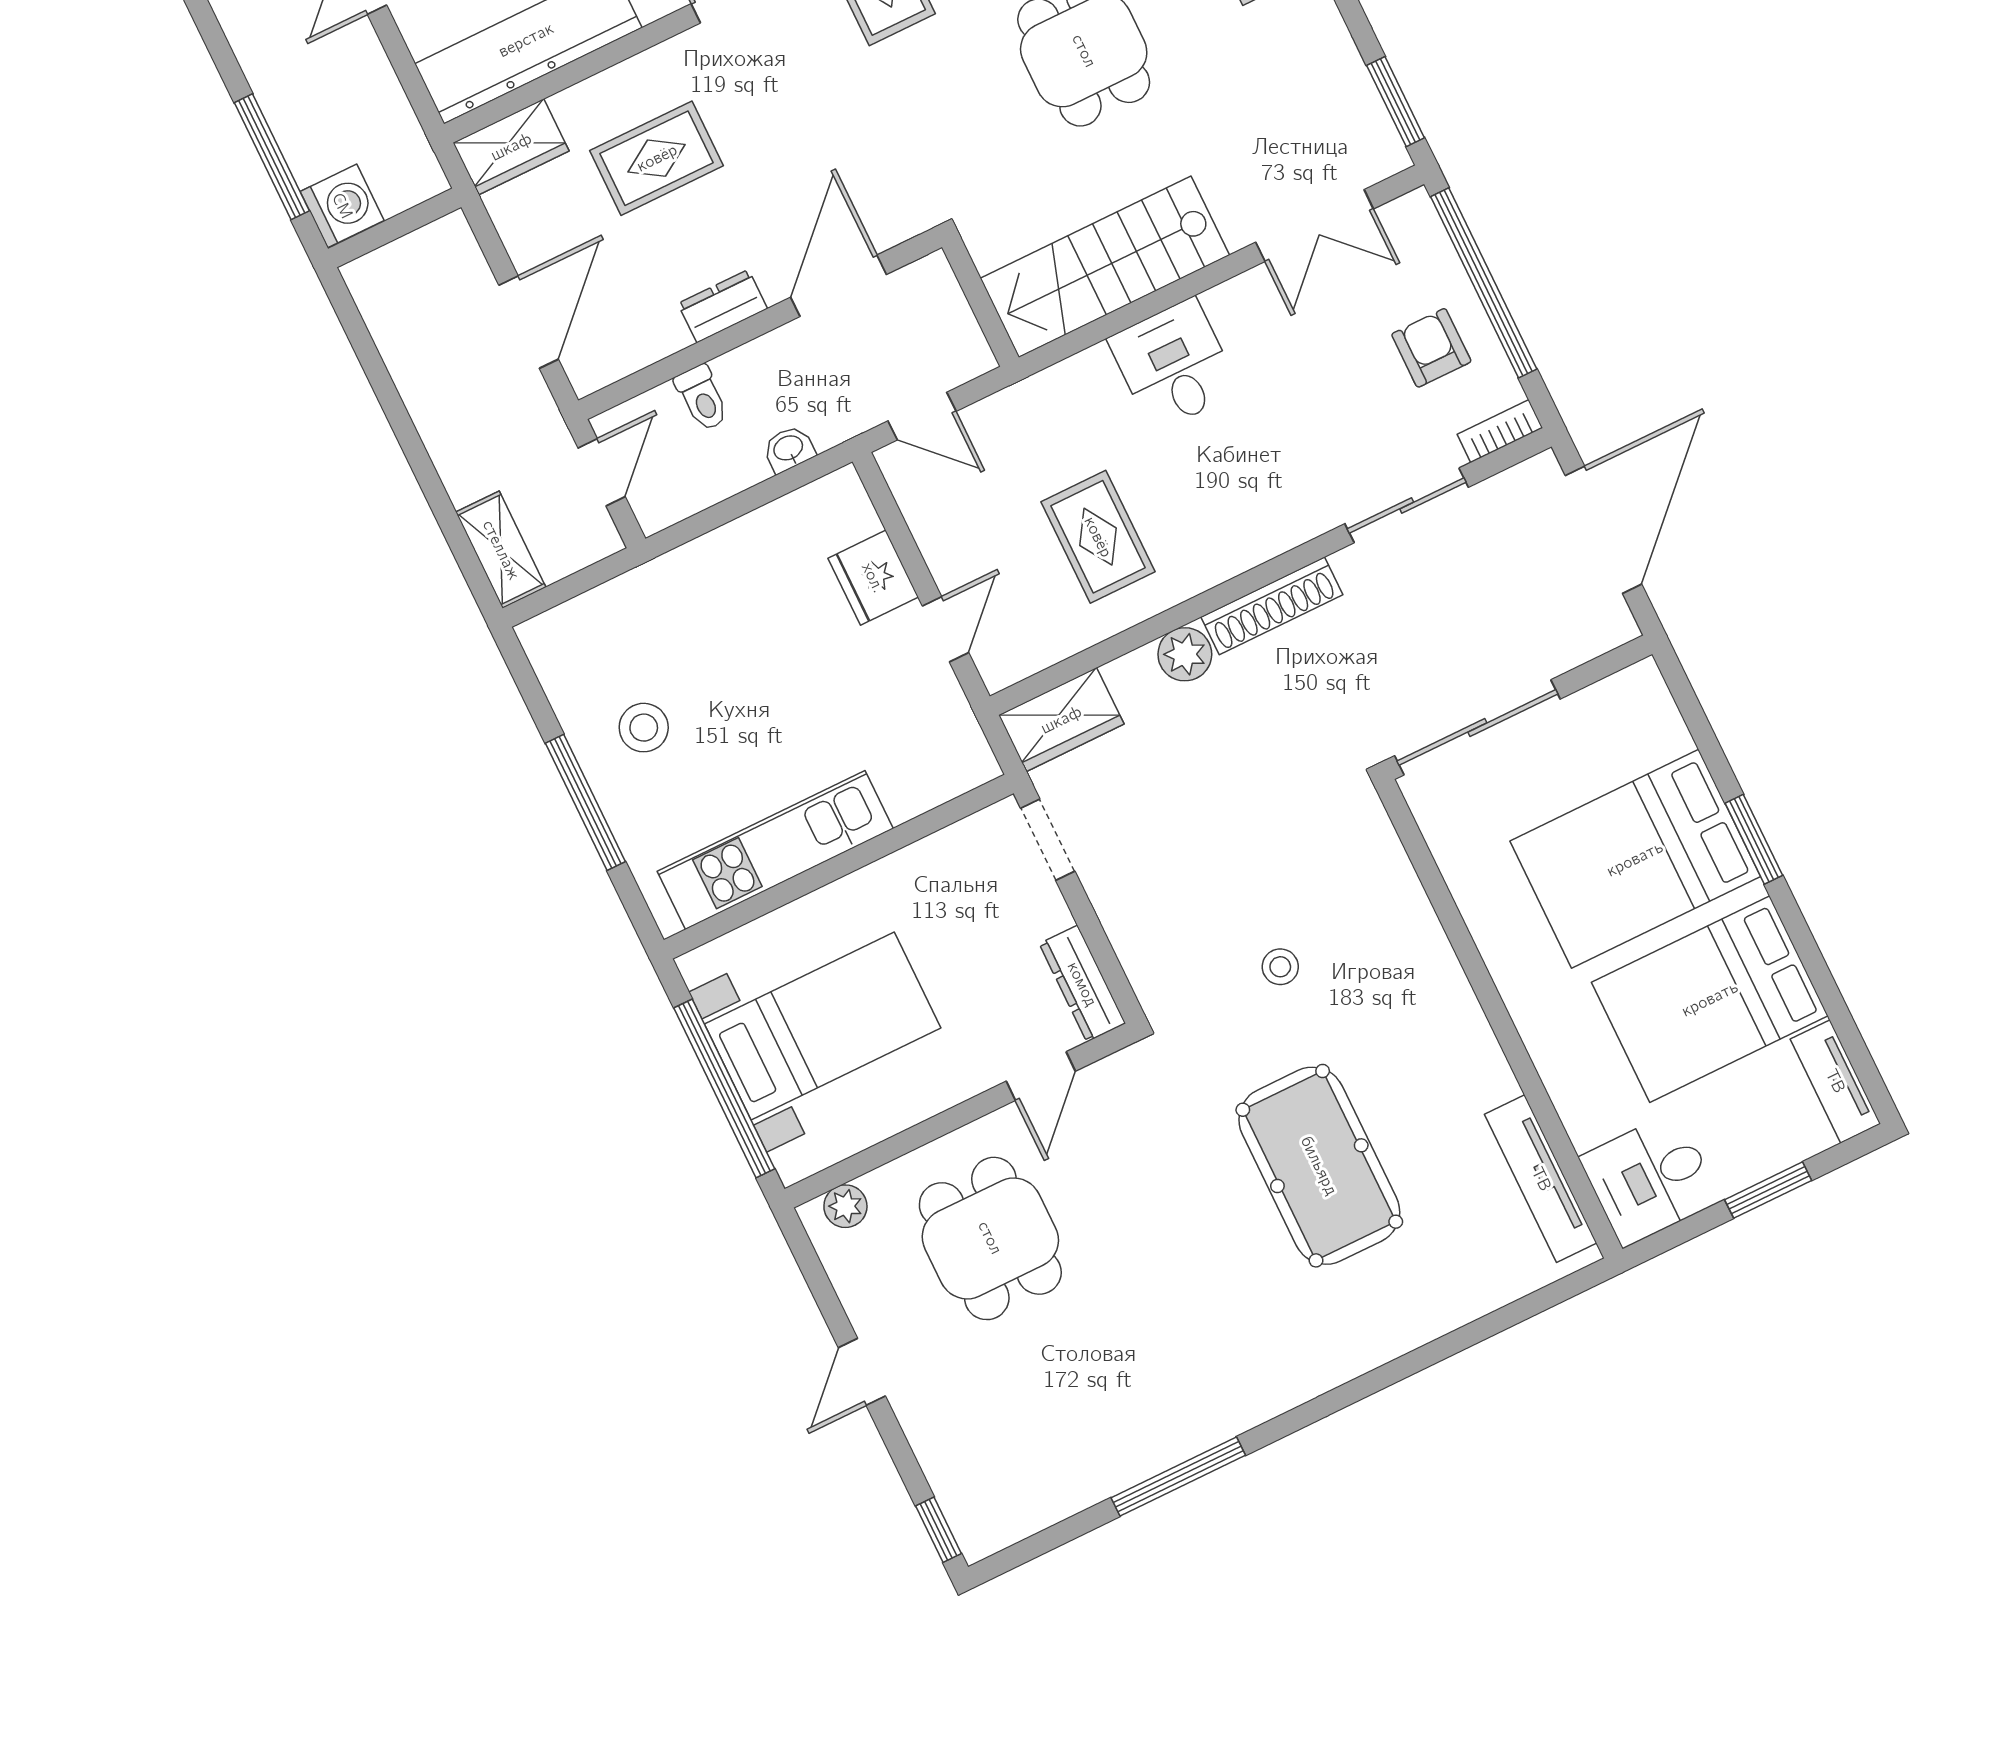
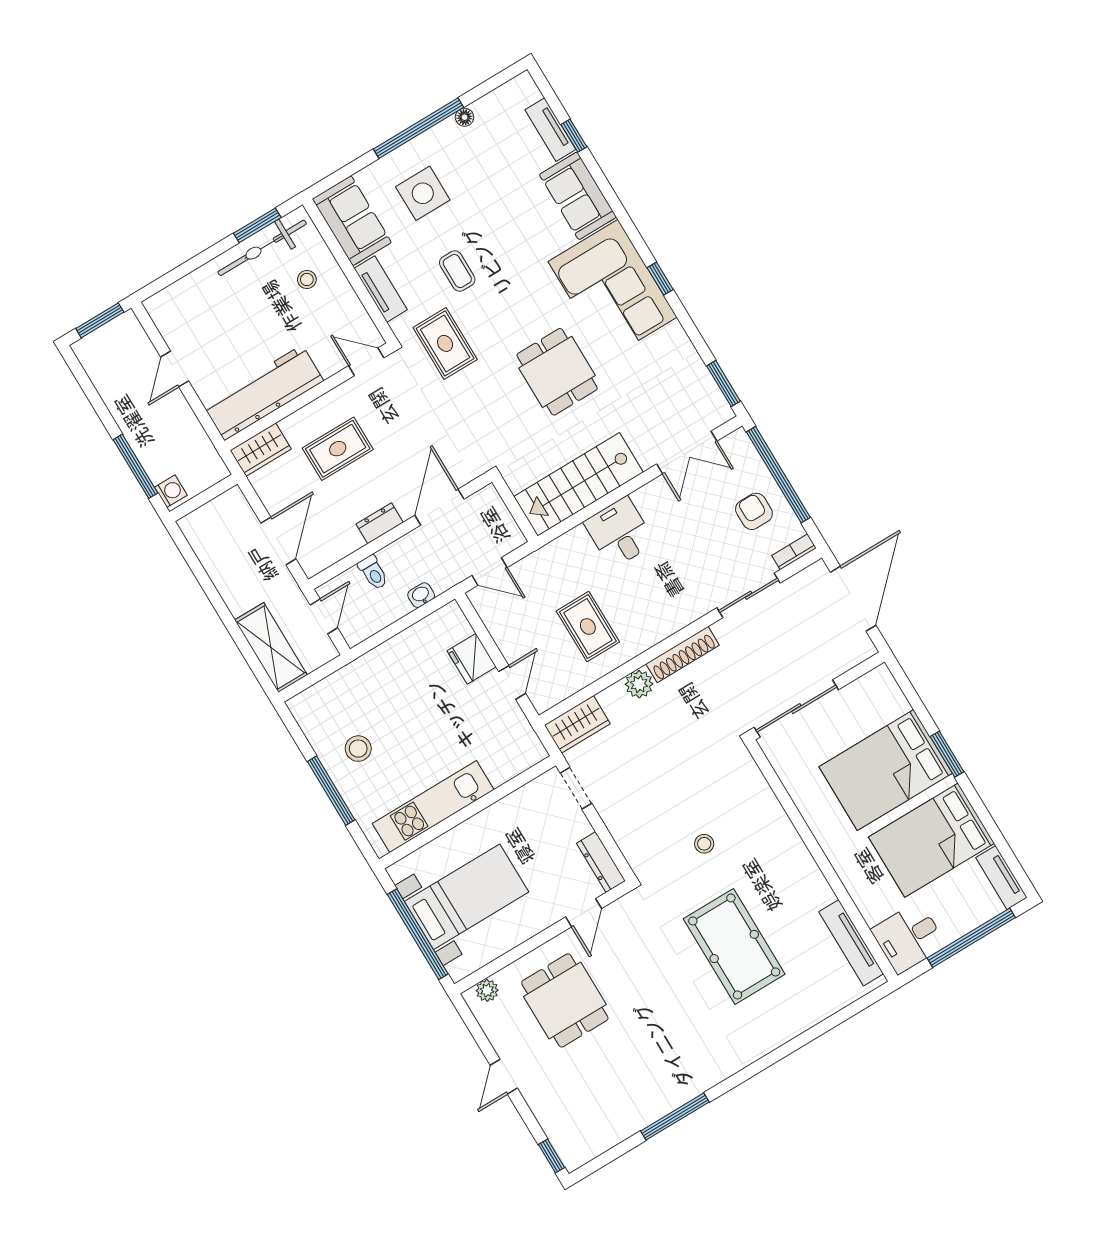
washing machine: (342, 206) -> (171, 491), width x0.73, depth x0.73
shelving: (501, 550) -> (271, 648), width x1.50, depth x1.33
window: (1768, 1190) -> (971, 938), width x2.11

